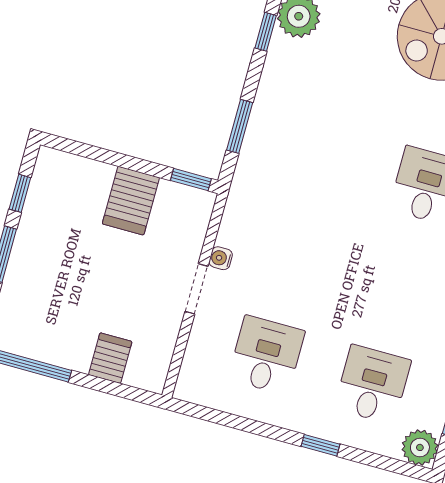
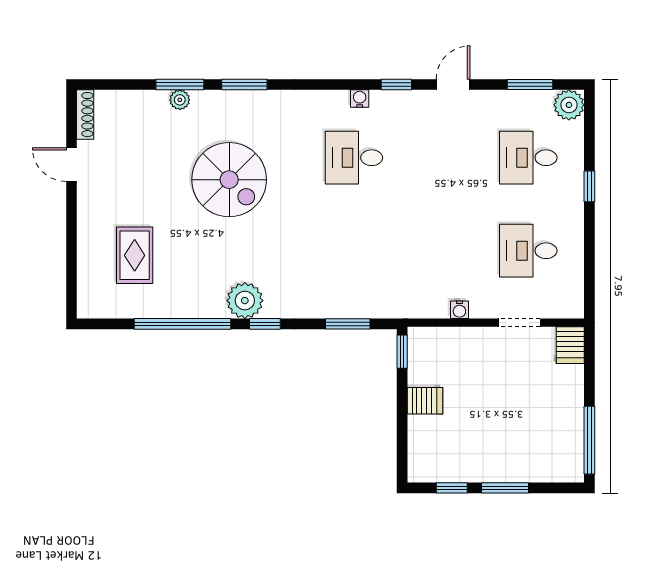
server rack: (131, 201) -> (425, 401), width x0.73, depth x0.70
doorway: (196, 289) -> (519, 323), moved
server rack: (110, 358) -> (570, 345), moved, turned -90

